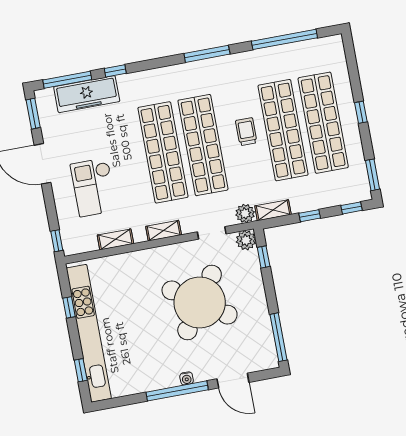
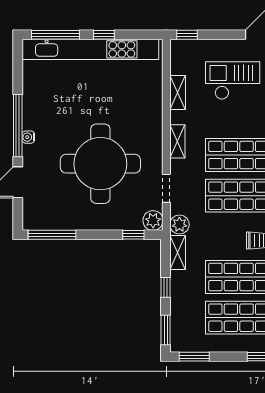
window: (351, 208) -> (166, 330), width x1.50
round table: (200, 302) -> (100, 164), turned -34
window: (69, 307) -> (104, 35), moved
window: (81, 370) -> (55, 35), width x2.17

